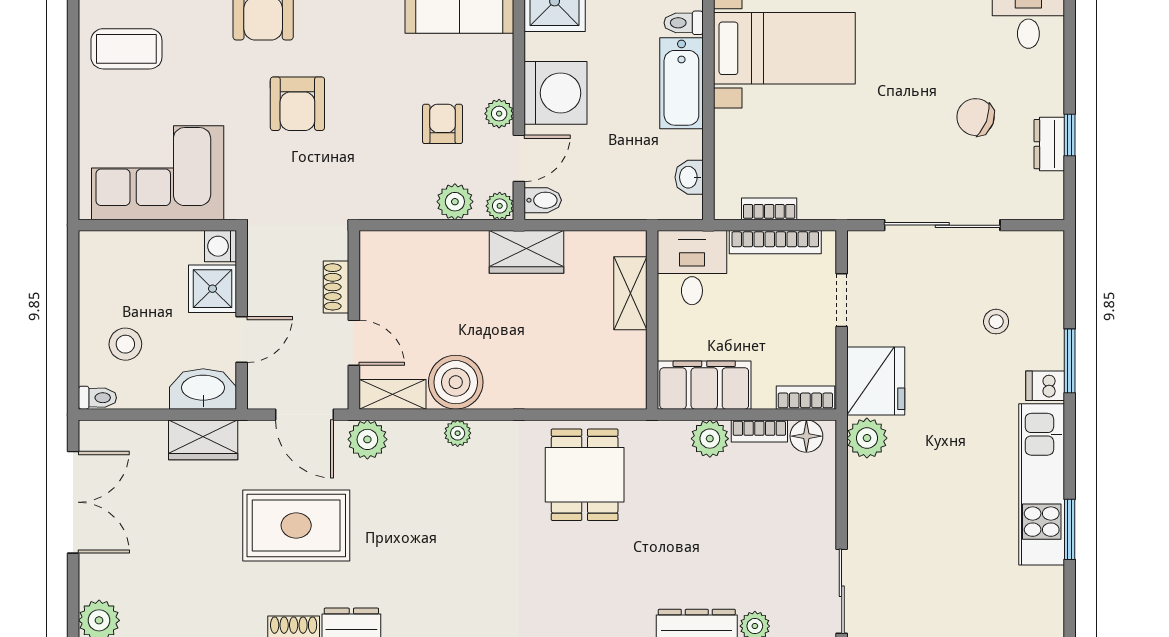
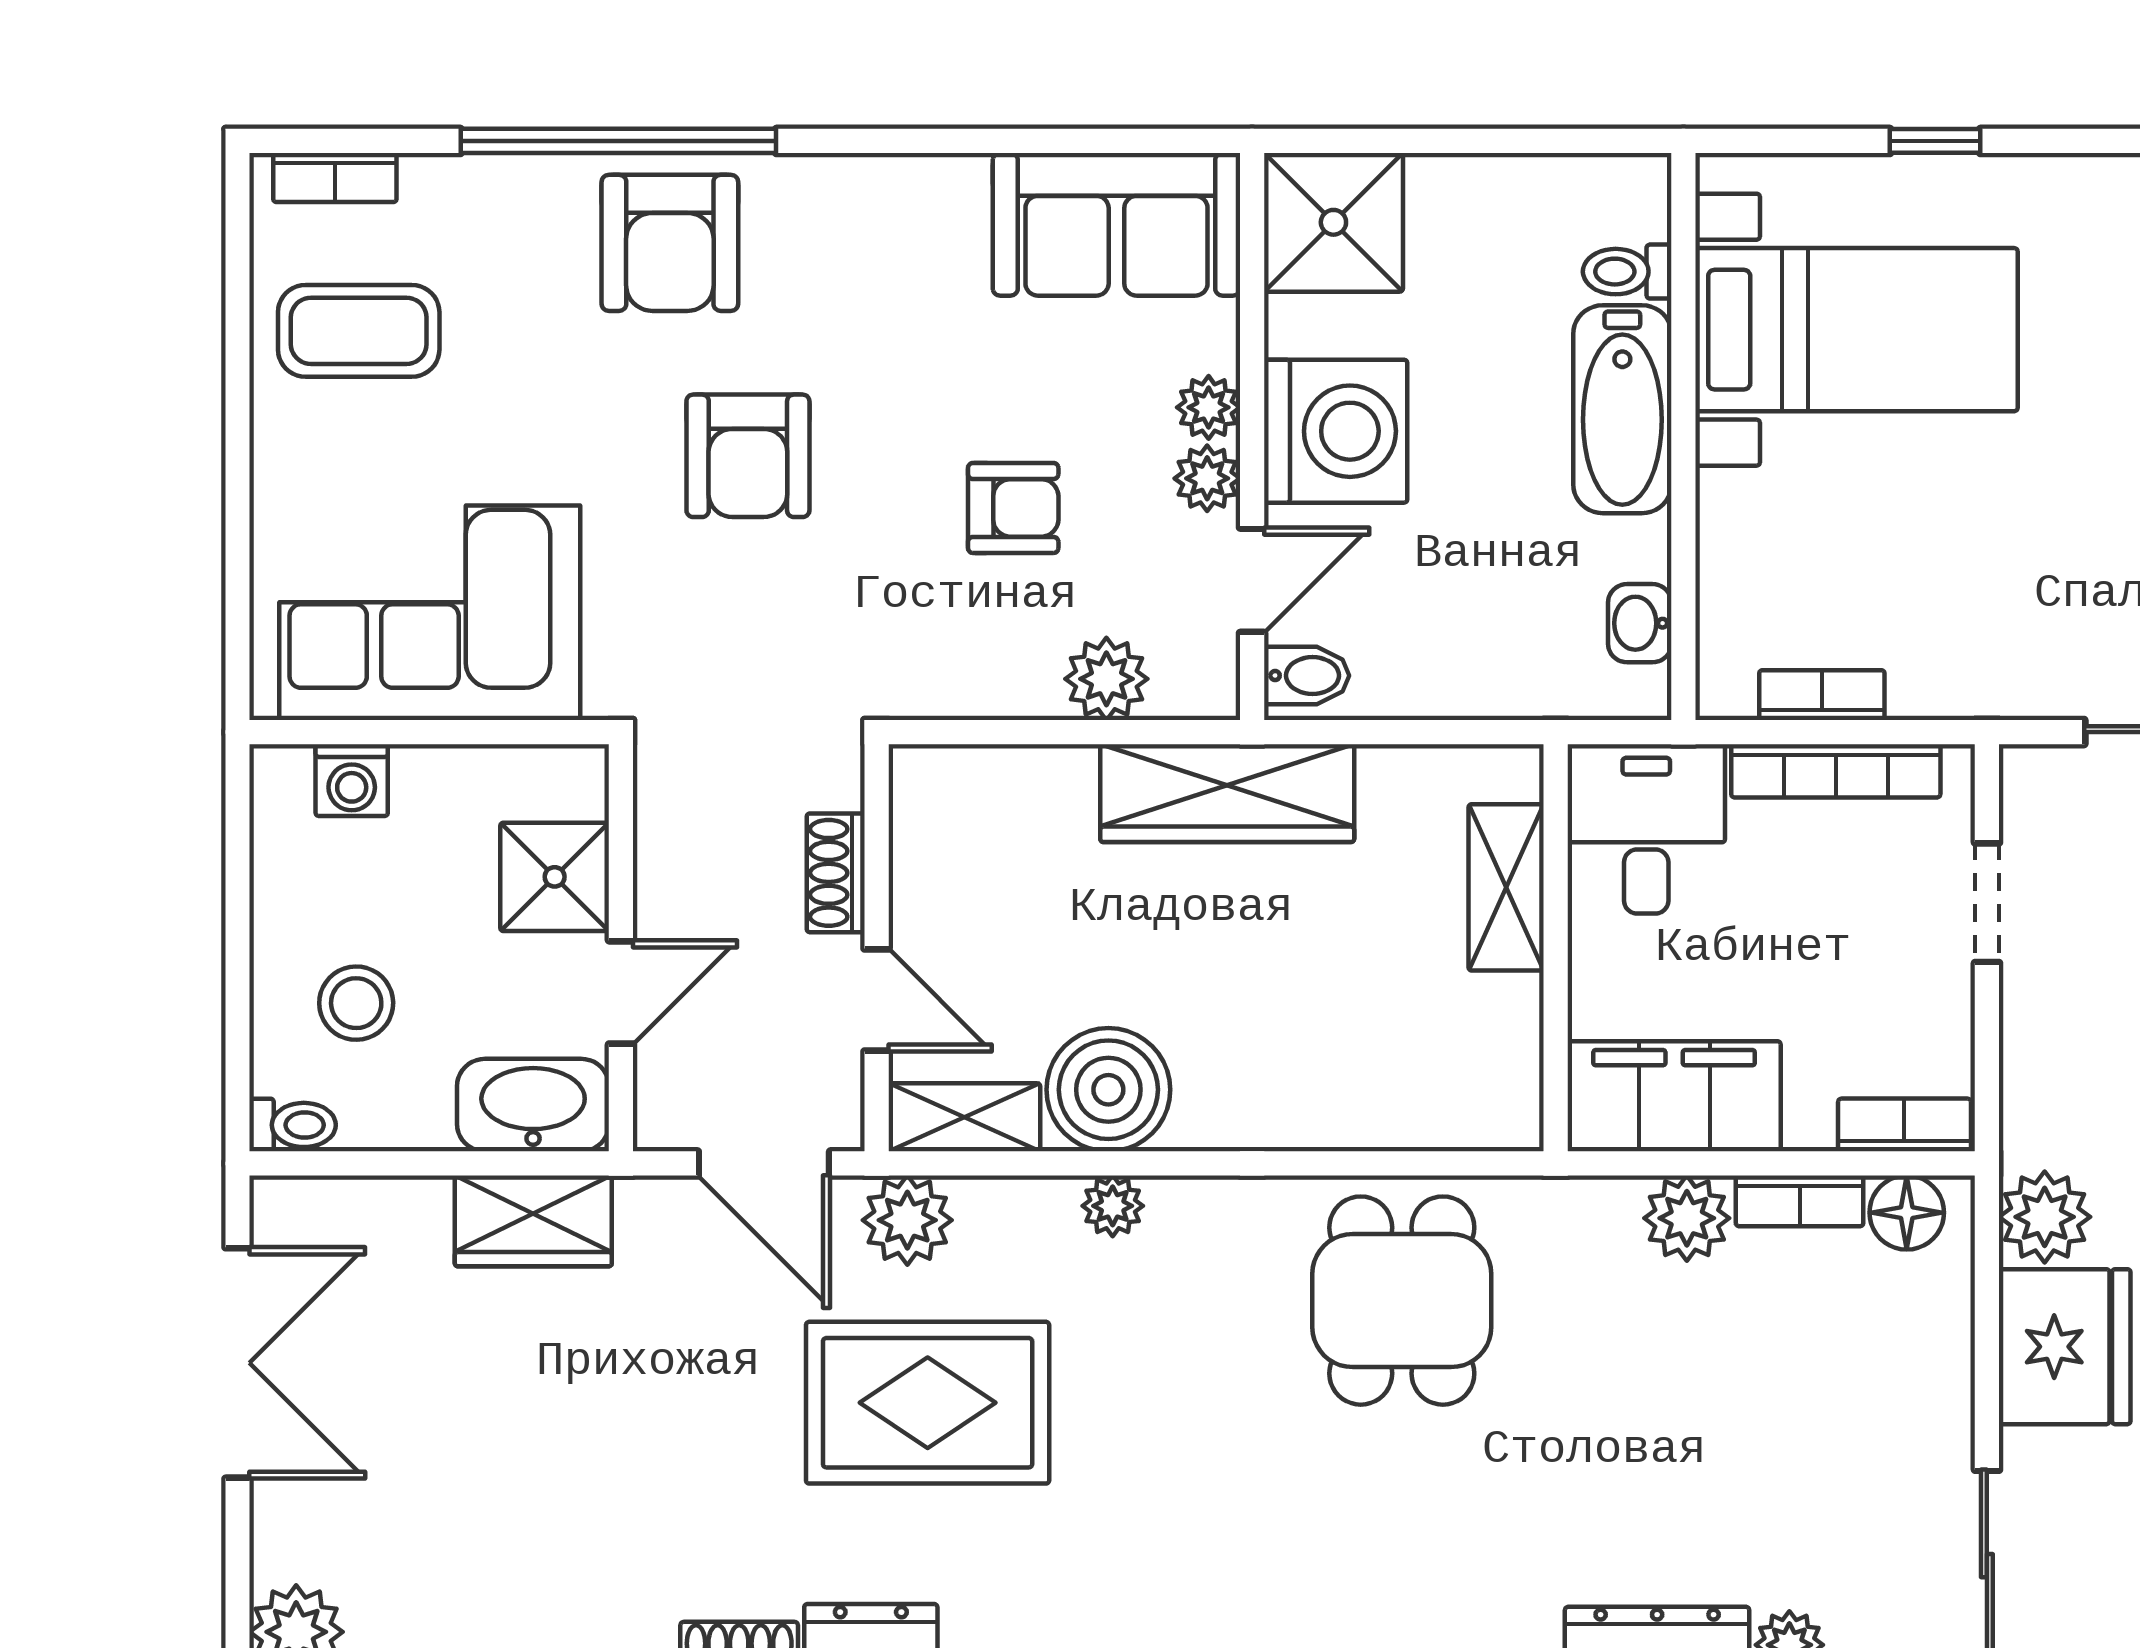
armchair: (443, 124) -> (1013, 508), moved, turned 90
plant: (500, 206) -> (1209, 407), moved
washing machine: (221, 246) -> (352, 780), moved, turned -90
wardrobe: (527, 252) -> (1227, 793), width x1.50
fridge: (876, 381) -> (2065, 1347), moved
rug: (296, 525) -> (928, 1403), moved

